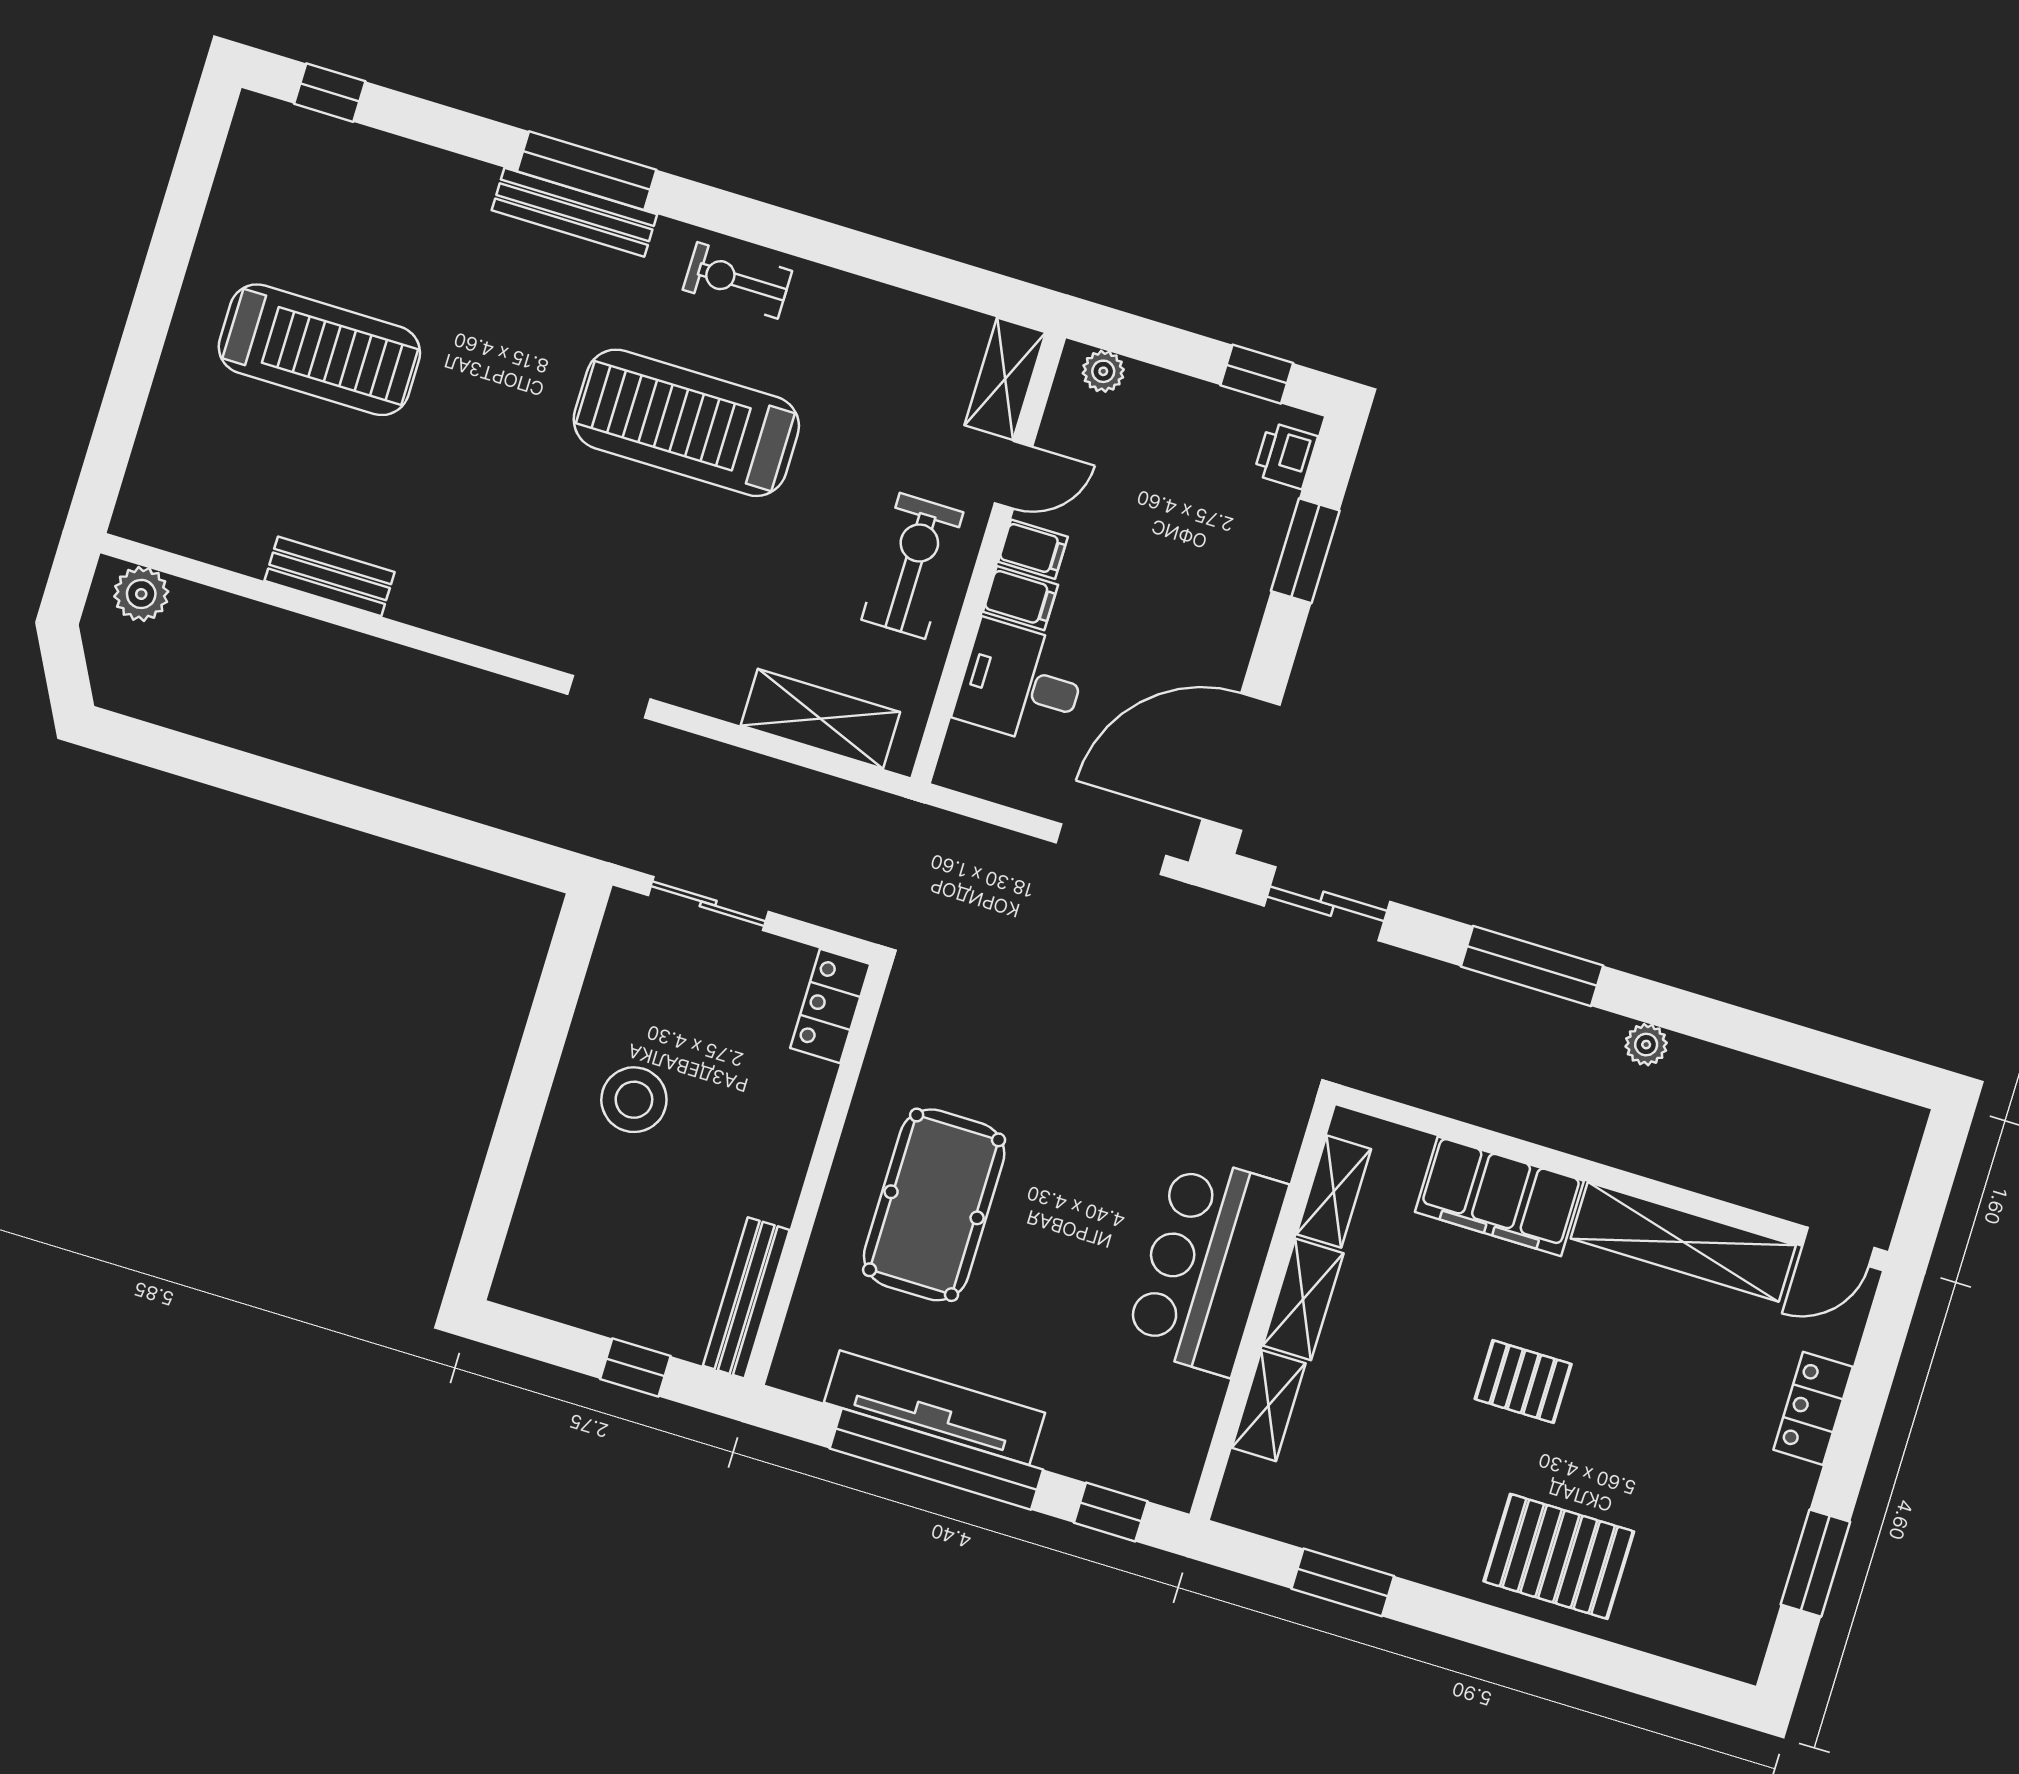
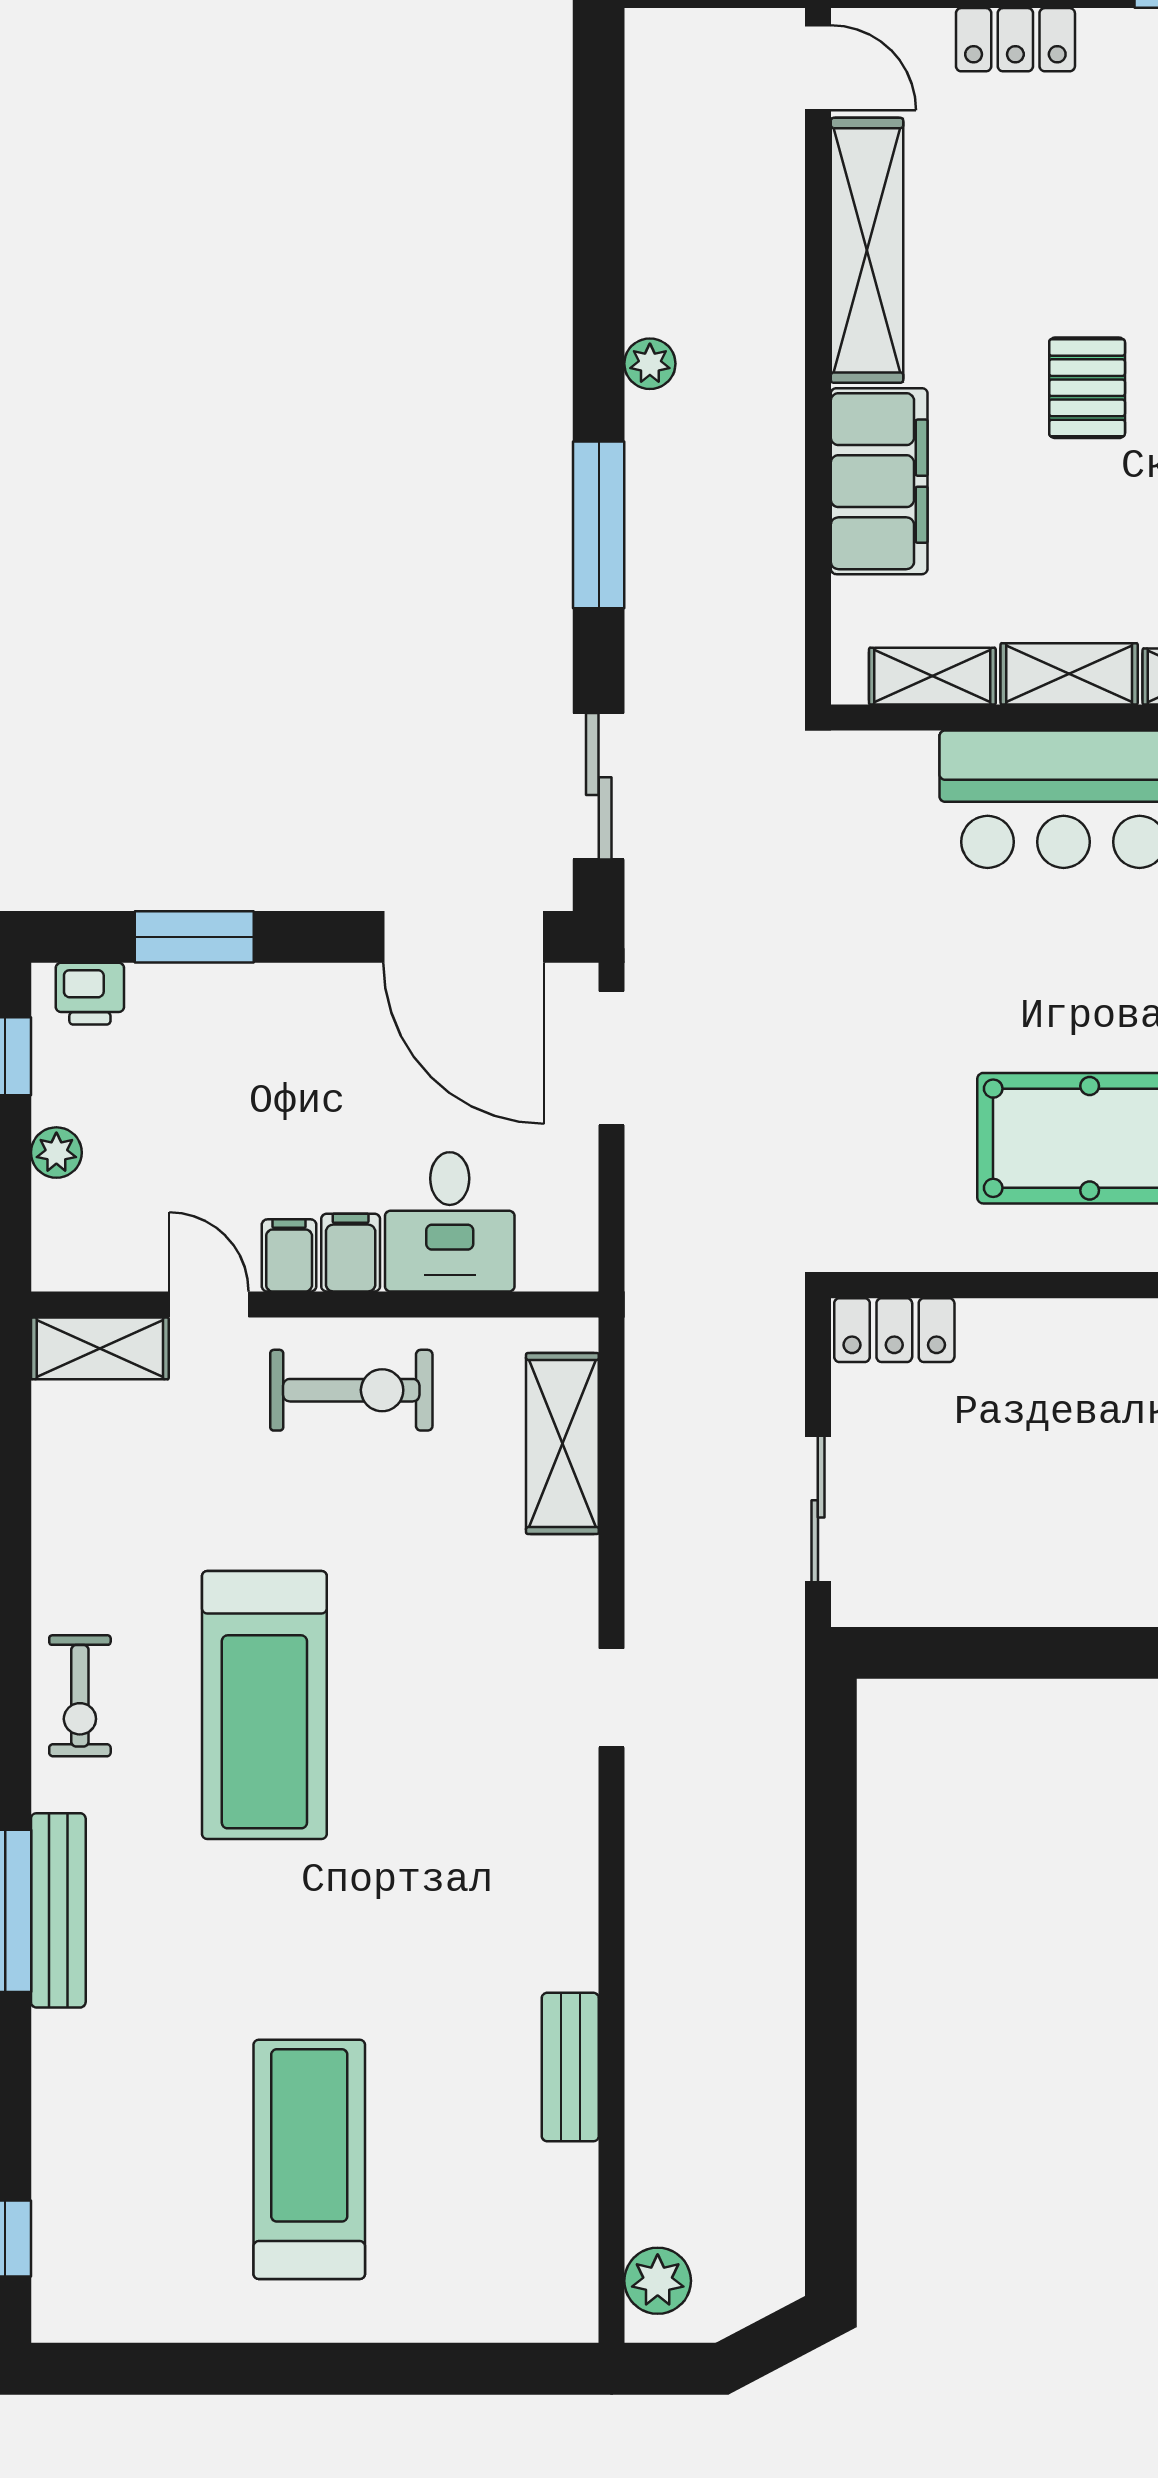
plant: (1103, 371) -> (56, 1153), moved
exercise bike: (912, 566) -> (351, 1390), turned 180
stool: (634, 1100) -> (1073, 1526), removed

